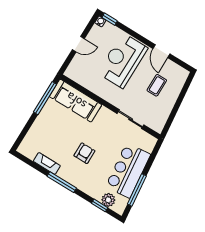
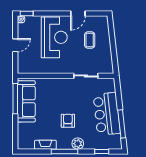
door: (161, 51) -> (78, 14), hinge flipped
reception desk: (123, 60) -> (54, 37), turned 180
sofa: (76, 101) -> (26, 101), moved, turned -90
plant: (108, 200) -> (78, 144), moved

